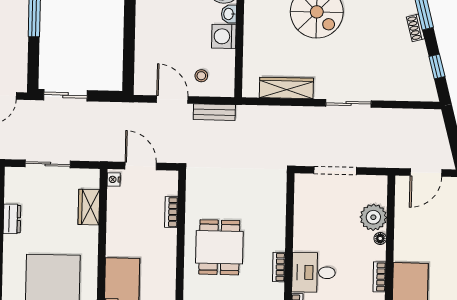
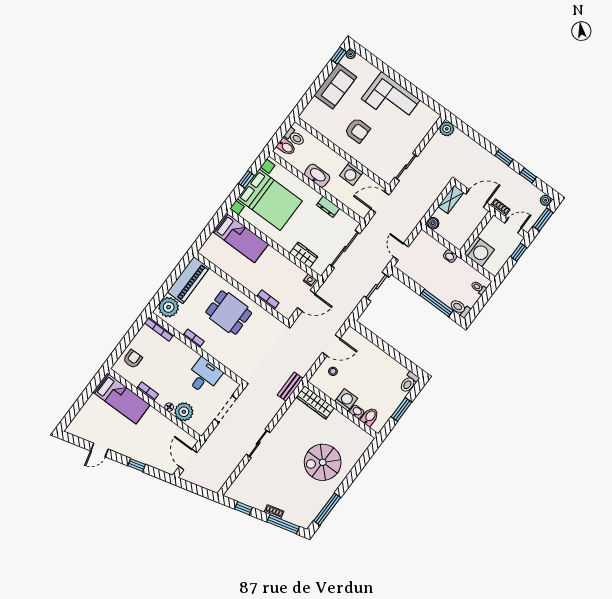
wardrobe: (286, 88) -> (315, 402), moved, turned 90
bench: (214, 112) -> (290, 387), moved
sliding door: (48, 164) -> (345, 249), width x1.37
desk: (314, 272) -> (204, 376), moved

